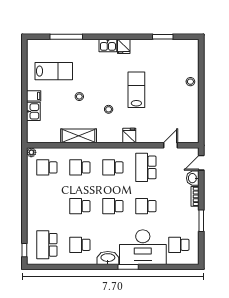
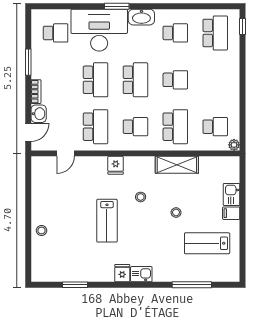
school desk: (80, 167) -> (175, 127), width x1.85
school desk: (113, 206) -> (135, 80), width x1.85
school desk: (146, 206) -> (96, 80), width x1.85

